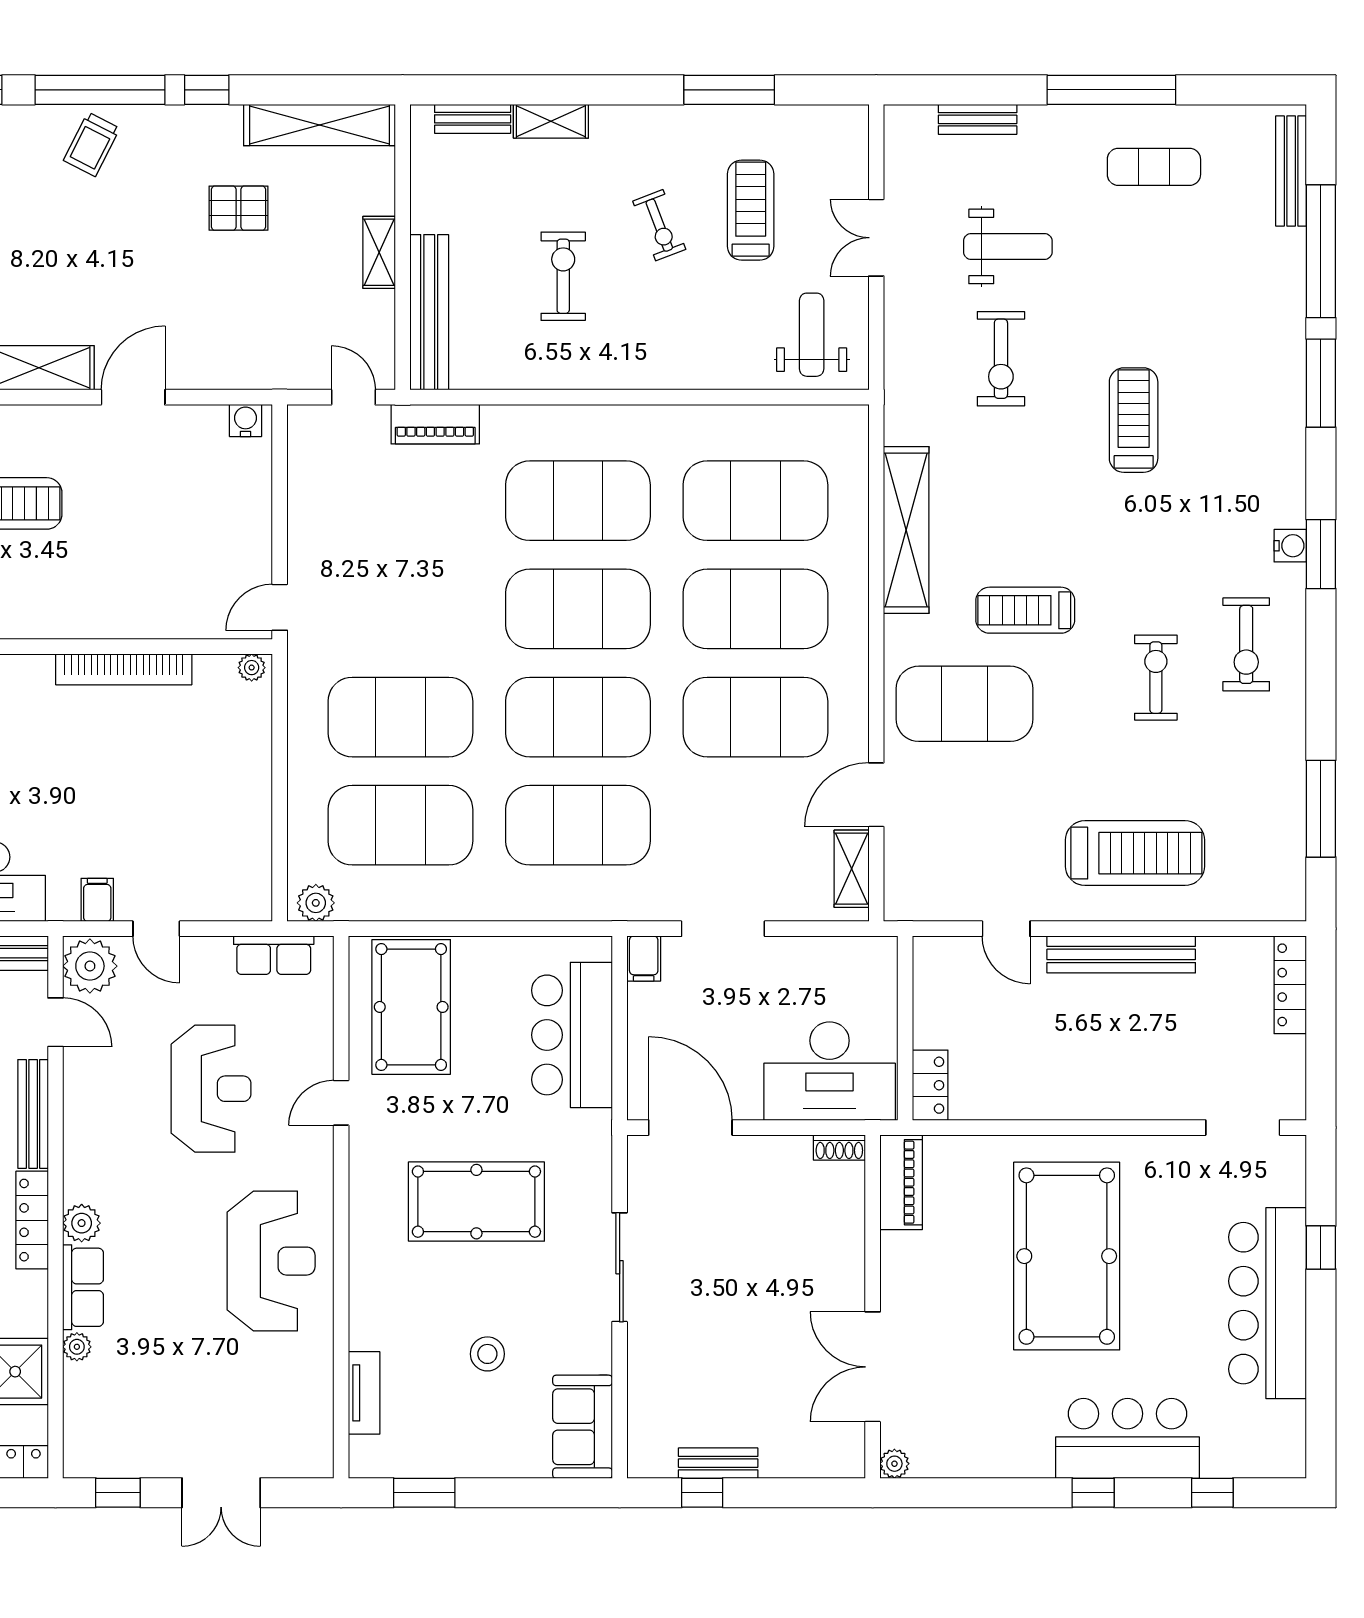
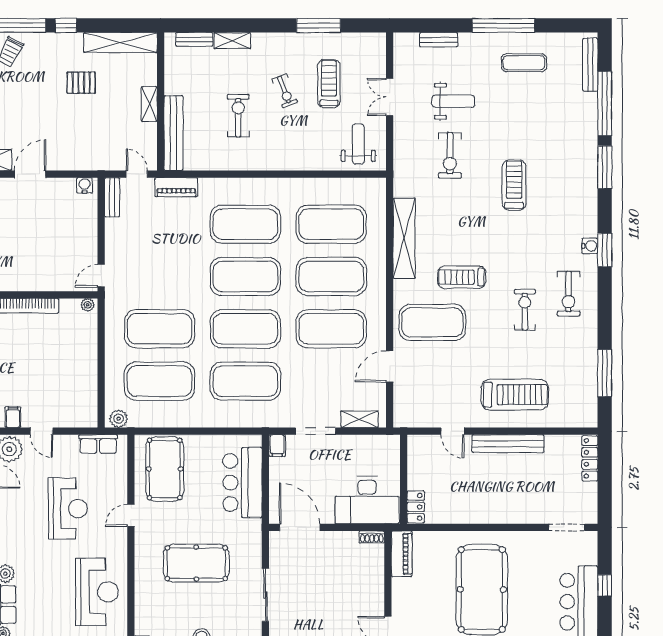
bench: (302, 445) -> (112, 197), added
shelving: (852, 869) -> (359, 419), moved, turned 90

